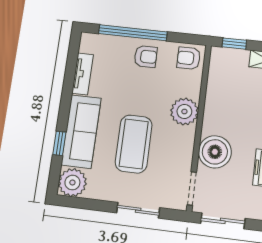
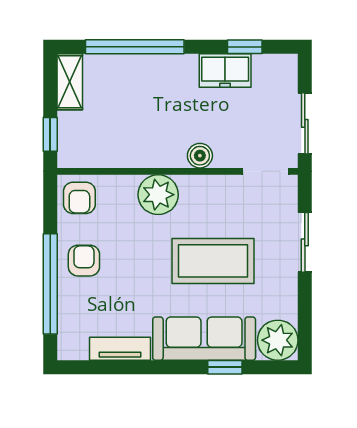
boiler: (215, 152) -> (200, 156), width x0.54, depth x0.54

